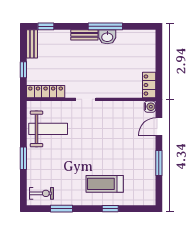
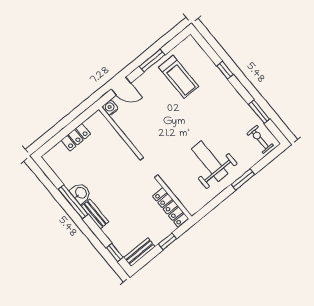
locker: (149, 85) -> (76, 137), moved
weight bench: (48, 129) -> (210, 161), moved
treadmill: (105, 184) -> (179, 77), moved

